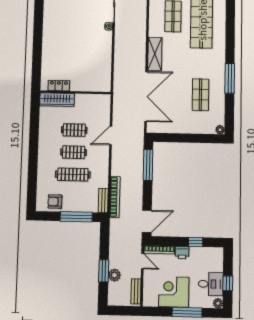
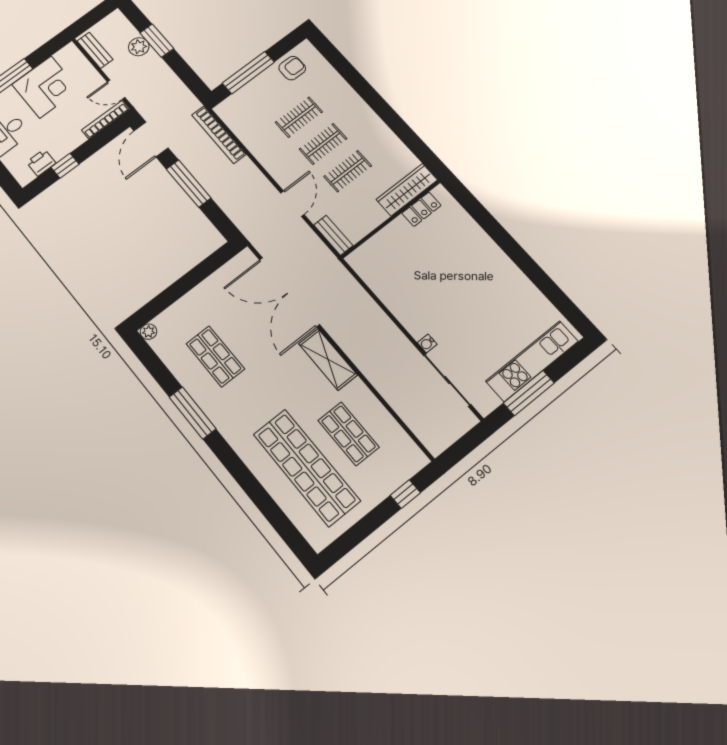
window: (148, 165) -> (189, 183), moved
clothes rail: (73, 175) -> (299, 117), width x0.73
bench: (103, 200) -> (333, 235), moved
printer: (182, 253) -> (41, 163), moved

